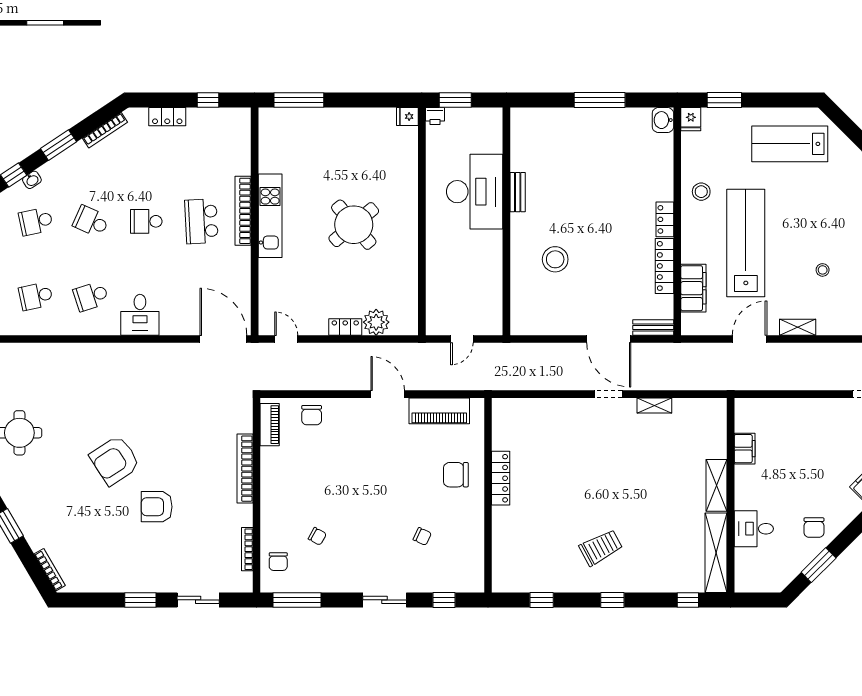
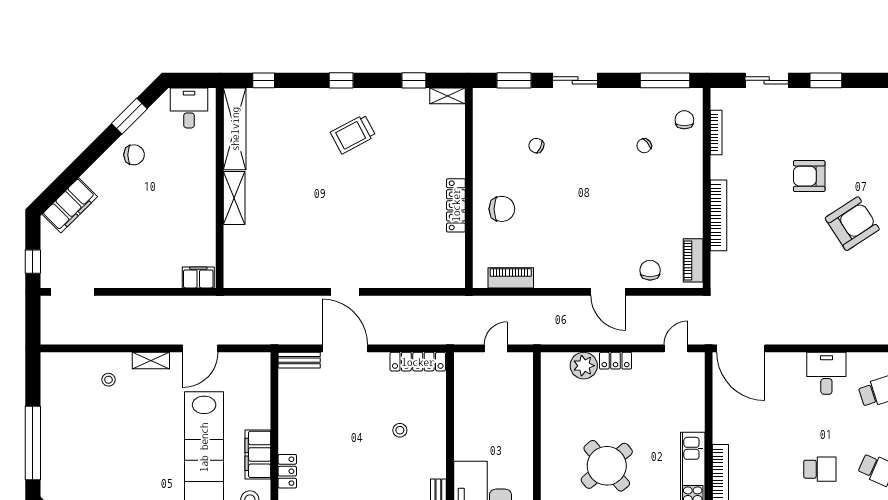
school desk: (201, 221) -> (763, 469), removed
stool: (555, 259) -> (400, 430), width x0.53, depth x0.53
locker: (664, 266) -> (418, 362), moved, turned 90
stool: (823, 270) -> (108, 380), moved
filing cabinet: (693, 288) -> (258, 454), moved
door: (286, 339) -> (676, 348), swing flipped
door: (388, 394) -> (608, 292), moved
shelving: (654, 405) -> (447, 96), moved
piano: (439, 411) -> (511, 278), width x0.73, depth x0.75
filing cabinet: (745, 449) -> (198, 277), moved, turned 90
armchair: (157, 507) -> (809, 176), turned 180
chair: (814, 527) -> (134, 155), turned 90
desk: (754, 529) -> (189, 108), moved, turned -90
chair: (317, 536) -> (644, 146), turned -68
window: (444, 600) -> (514, 80), width x1.50

